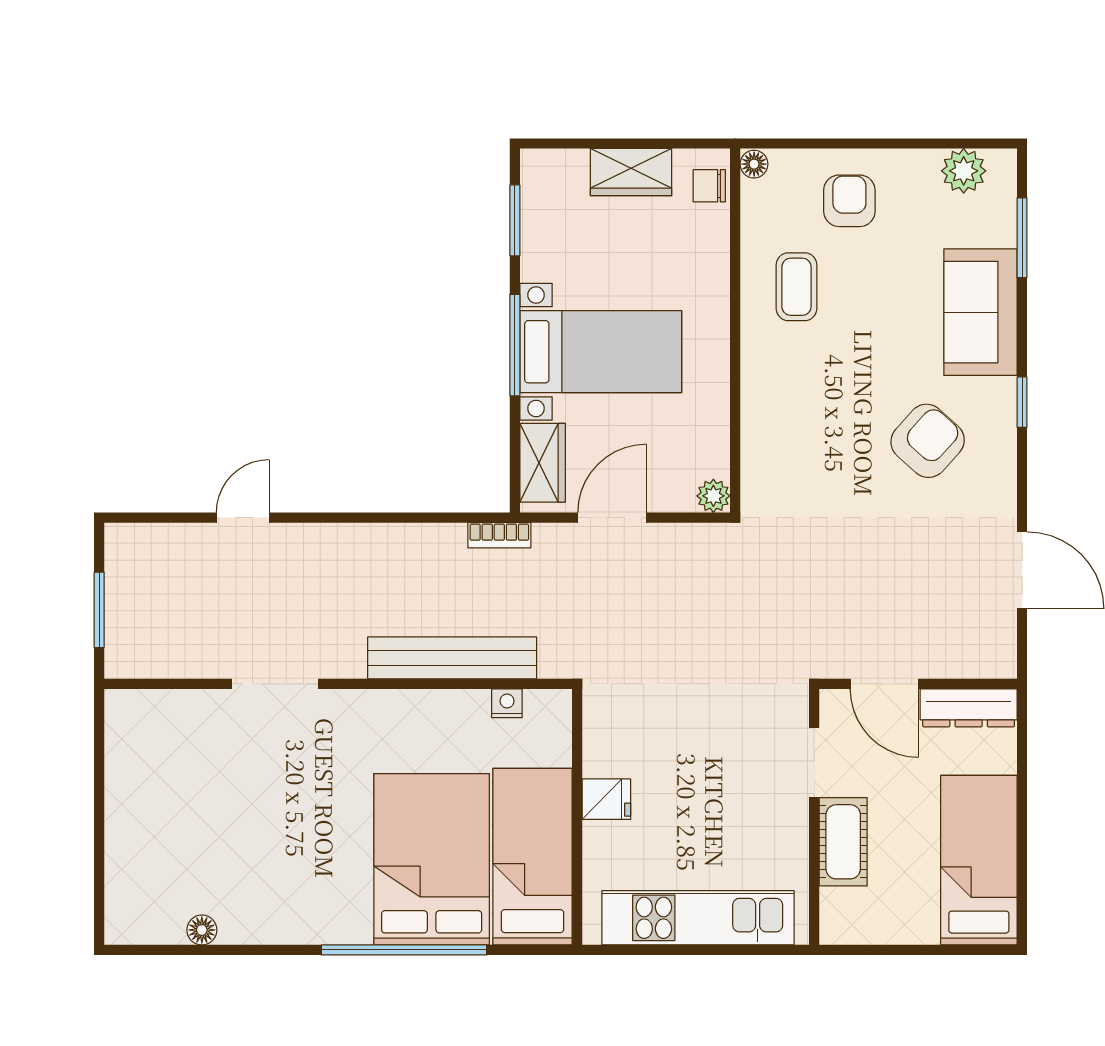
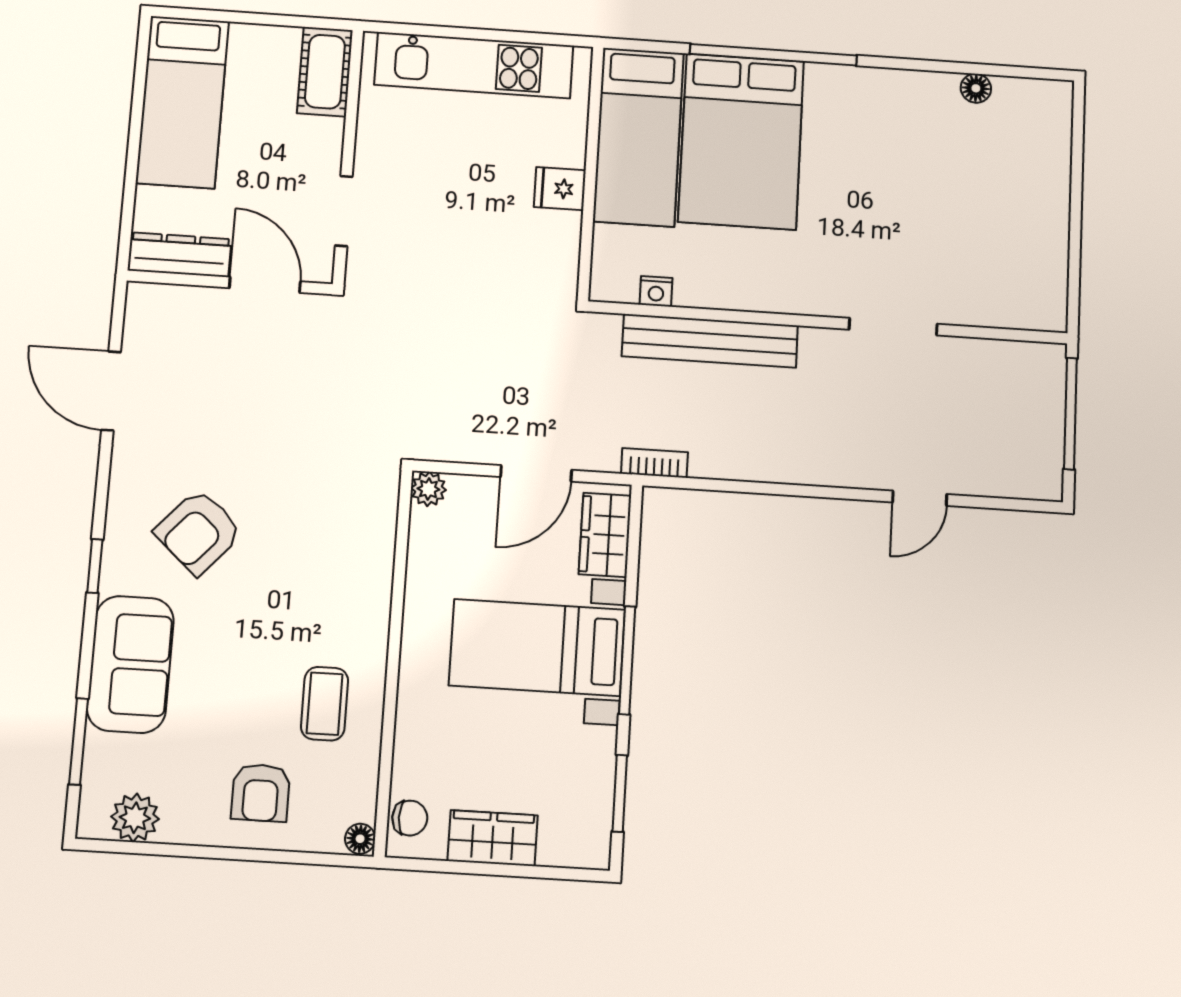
window: (99, 610) -> (1070, 414), width x1.44
cot: (843, 842) -> (325, 72), moved

